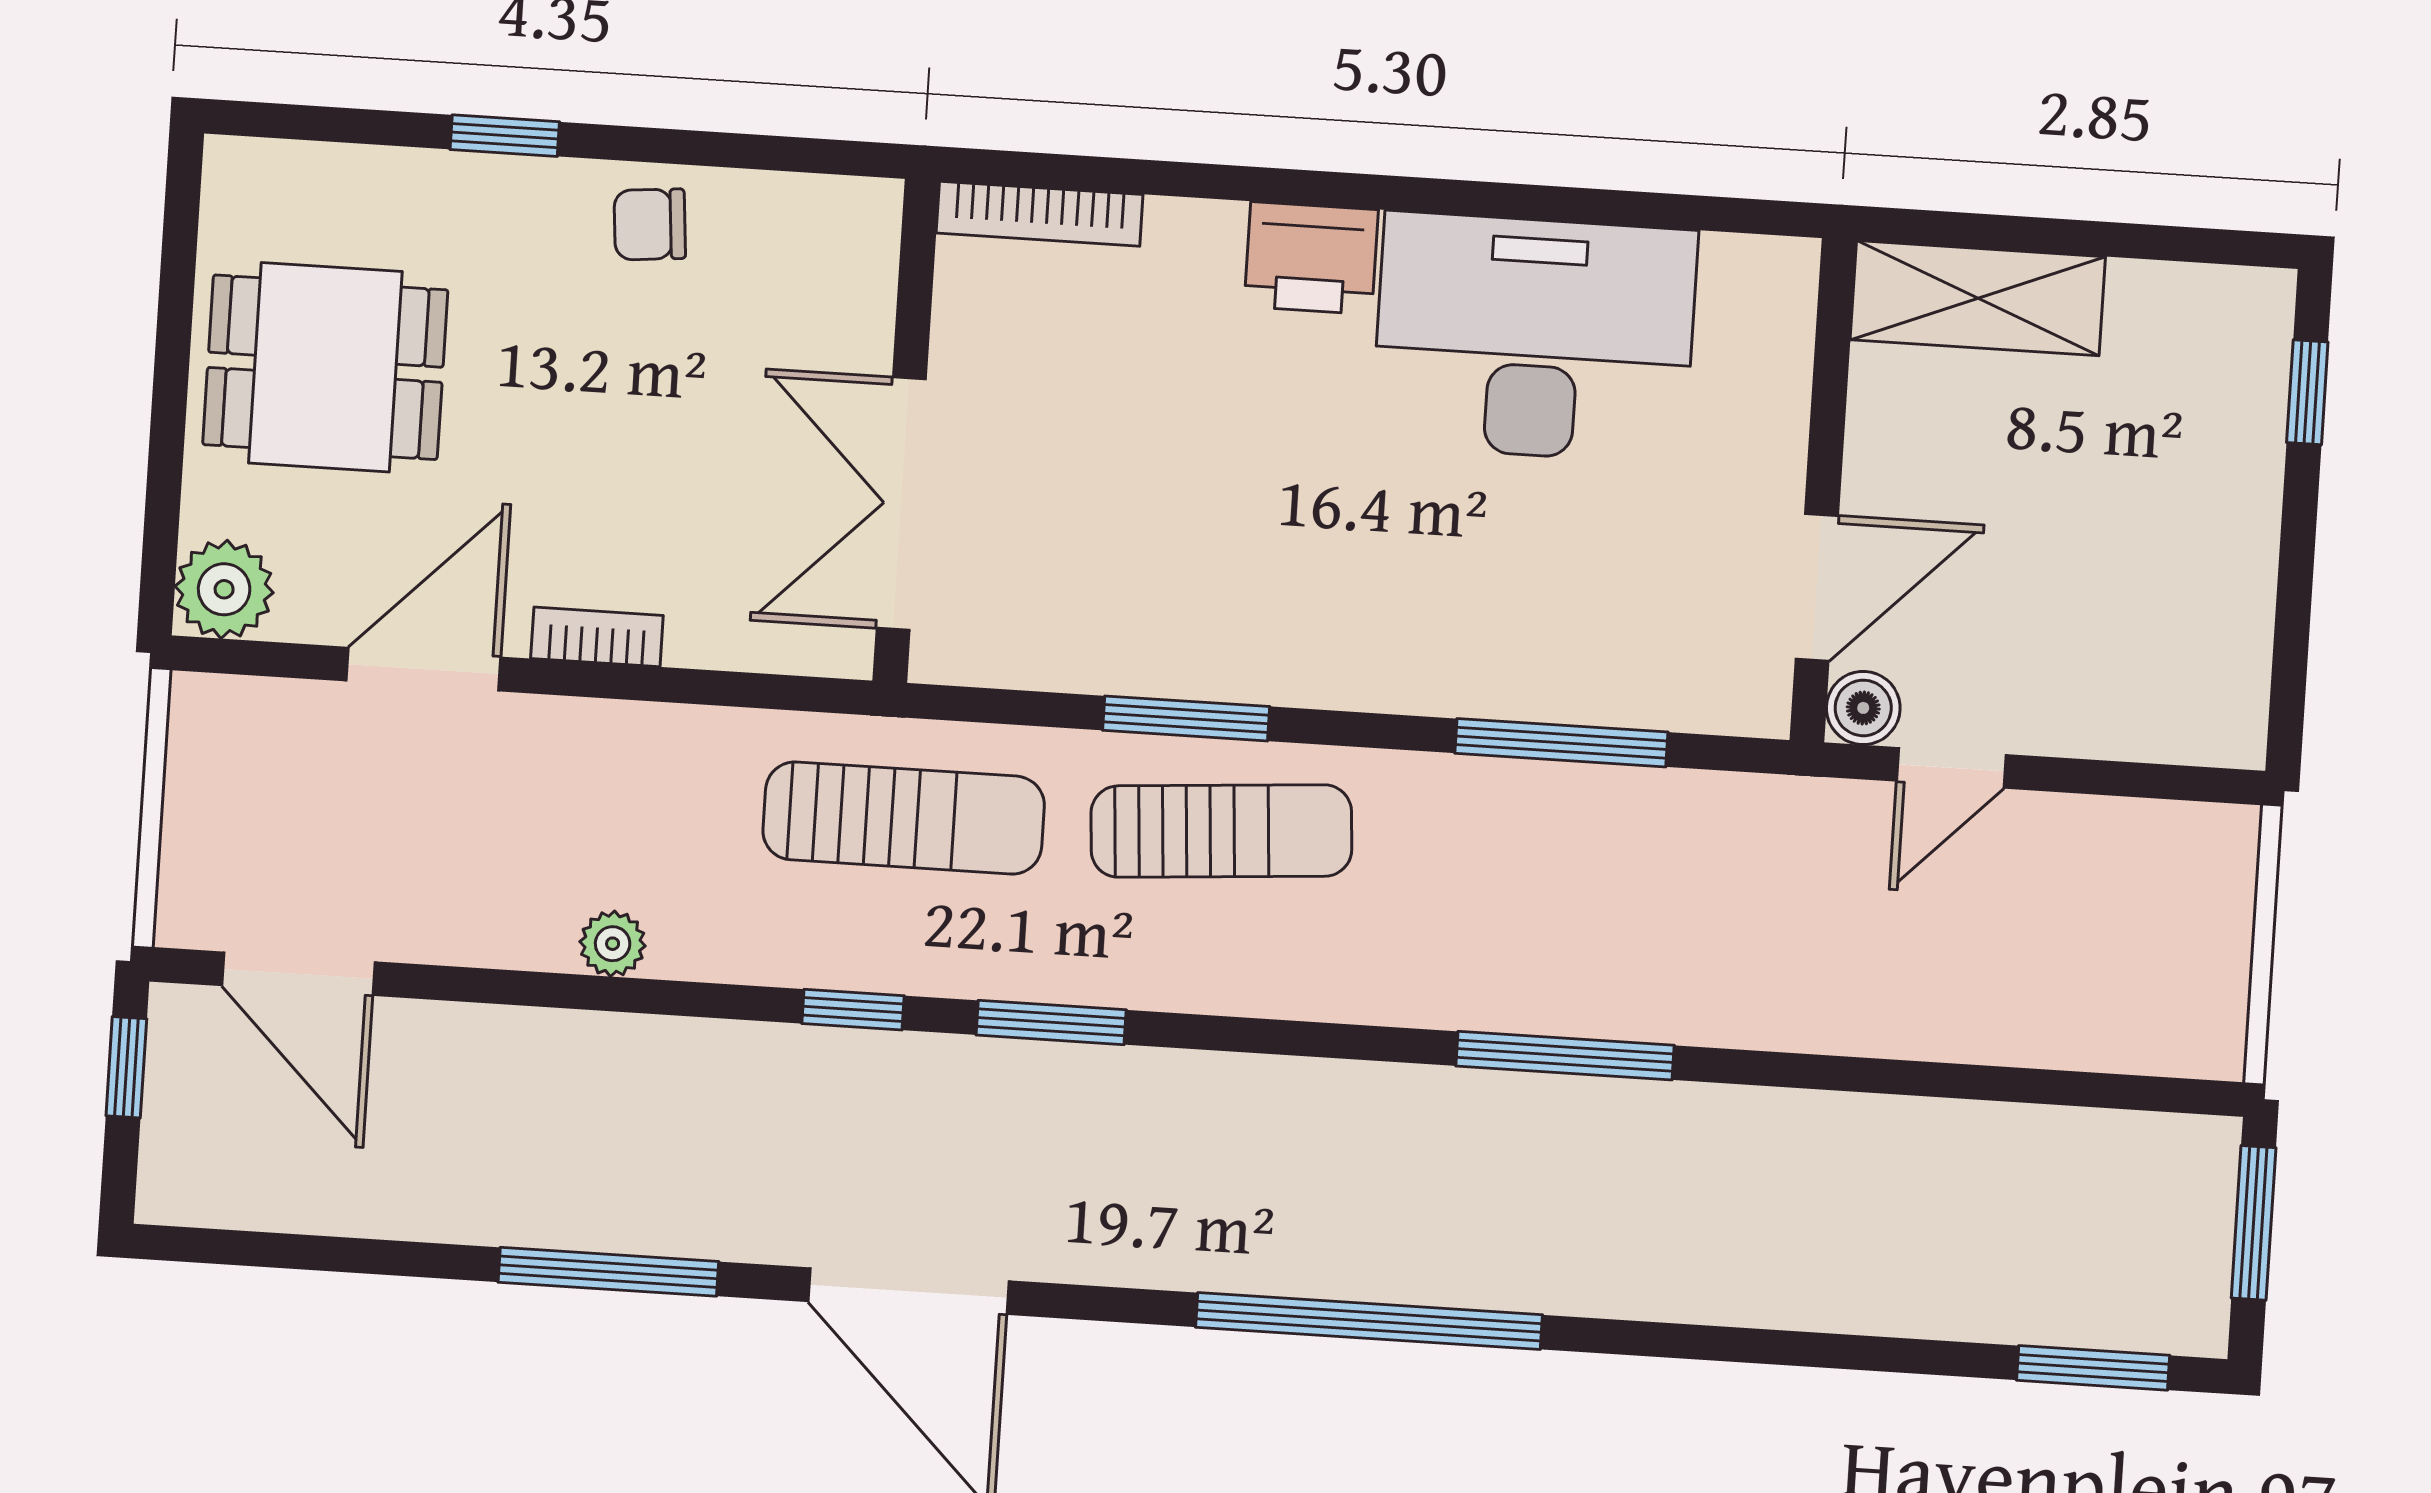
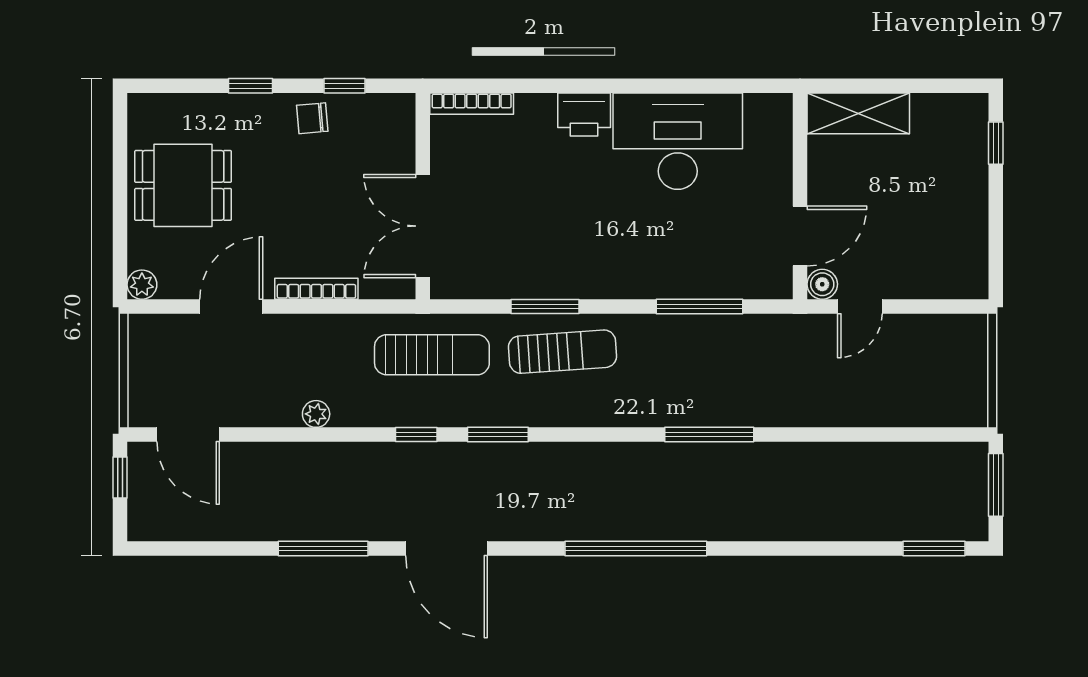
window: (733, 150) -> (344, 86), added
plant: (224, 589) -> (142, 285), width x0.73, depth x0.73
bookcase: (597, 637) -> (316, 289), width x1.56

